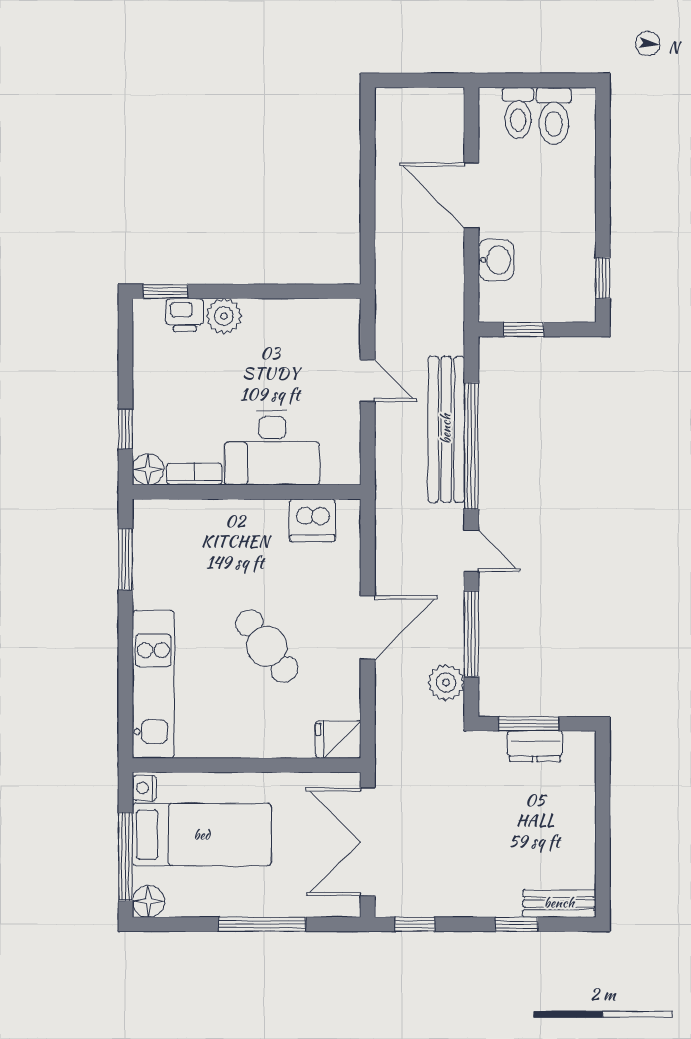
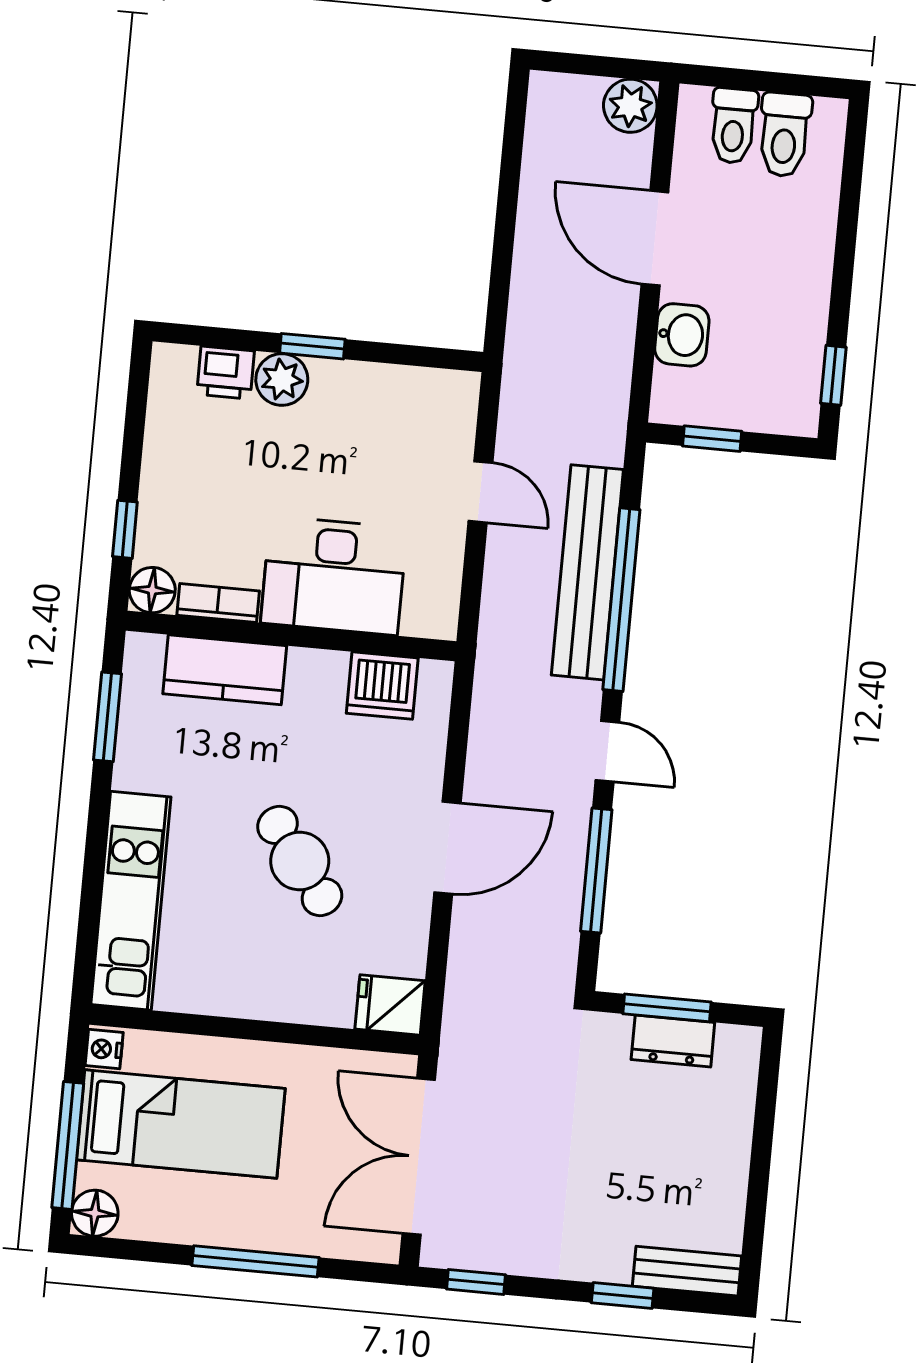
window: (166, 291) -> (312, 346), moved
kitchen counter: (203, 519) -> (225, 670), added
plant: (446, 683) -> (630, 106), moved

